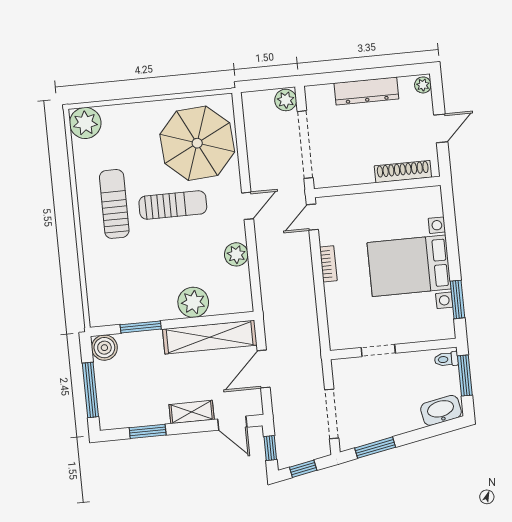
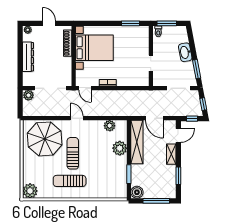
plant: (236, 254) -> (110, 126), moved
bed with nightstands: (409, 266) -> (94, 48), moved, turned -90
washbasin: (441, 410) -> (185, 52), moved

